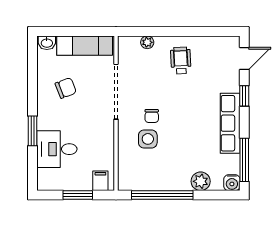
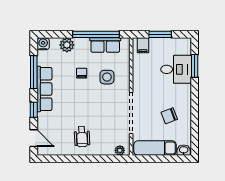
plant: (147, 42) -> (120, 150), moved
door: (244, 59) -> (34, 138), swing flipped
chair: (152, 116) -> (82, 73), moved
window: (33, 131) -> (195, 66), moved
window: (244, 160) -> (34, 72), moved
row of seats: (150, 181) -> (105, 45), added

